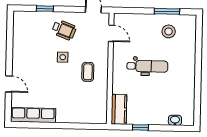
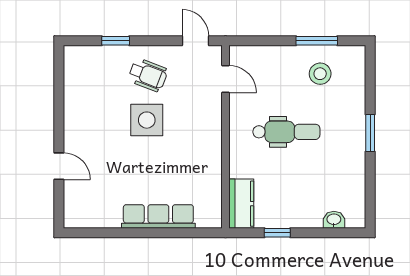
side table: (63, 57) -> (147, 120), width x1.87, depth x1.87
window: (198, 68) -> (370, 133), added
coffee table: (88, 72) -> (189, 143), removed
row of seats: (33, 115) -> (158, 216), moved

